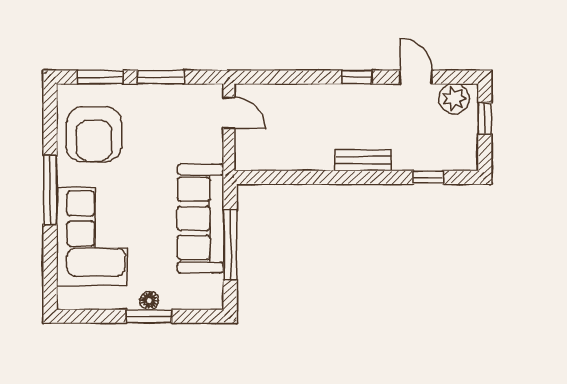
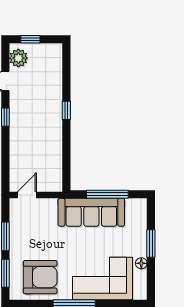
bench: (363, 160) -> (56, 113), removed
window: (428, 177) -> (66, 110), moved
floor lamp: (149, 301) -> (141, 263), moved

